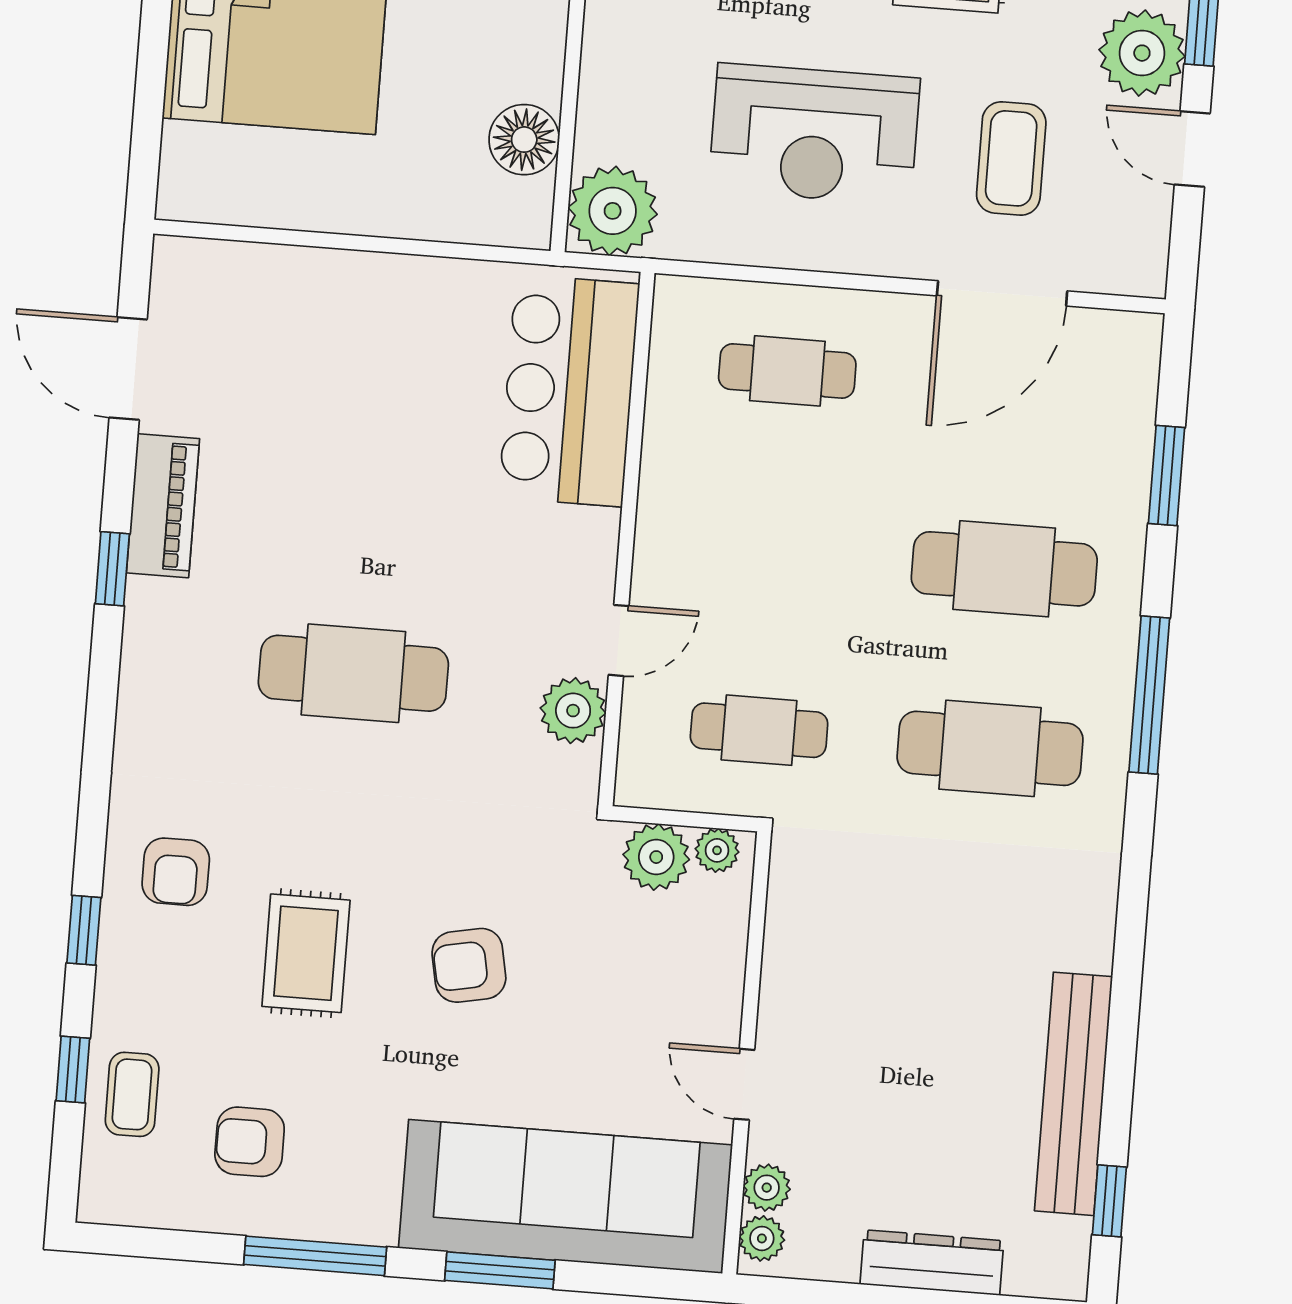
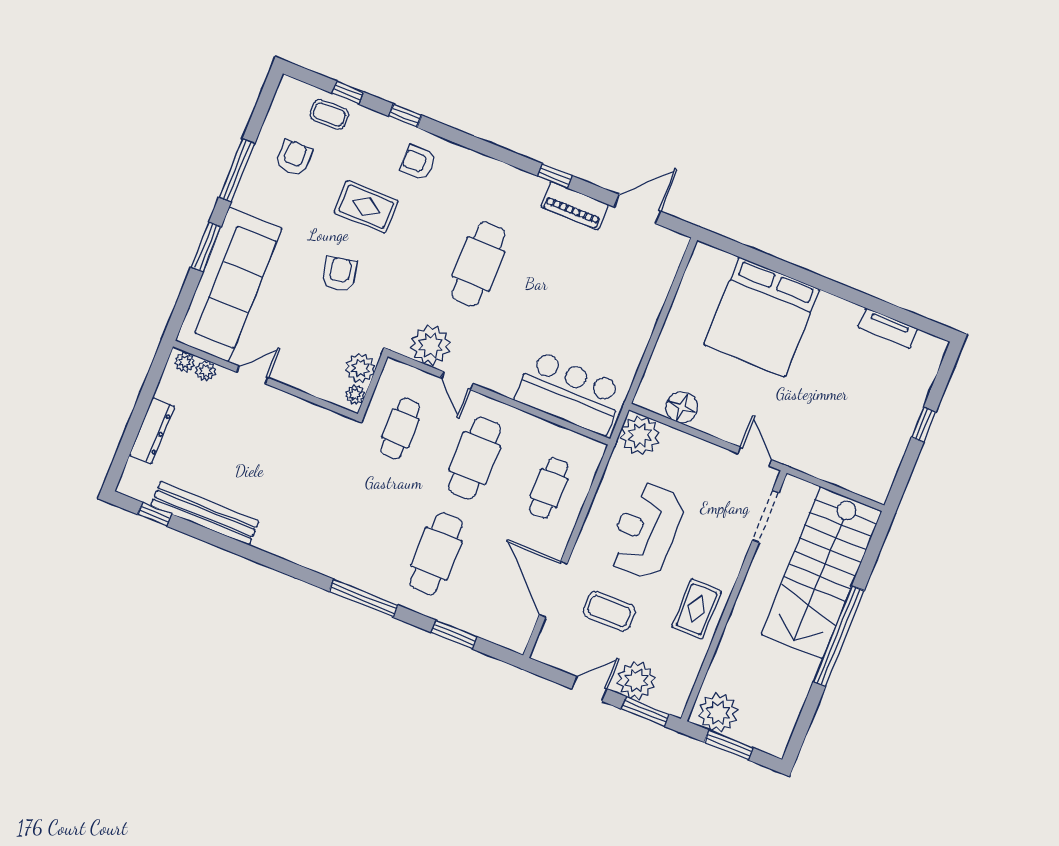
plant: (573, 711) -> (430, 345), width x1.36, depth x1.36
cafe table: (990, 748) -> (475, 458), moved

